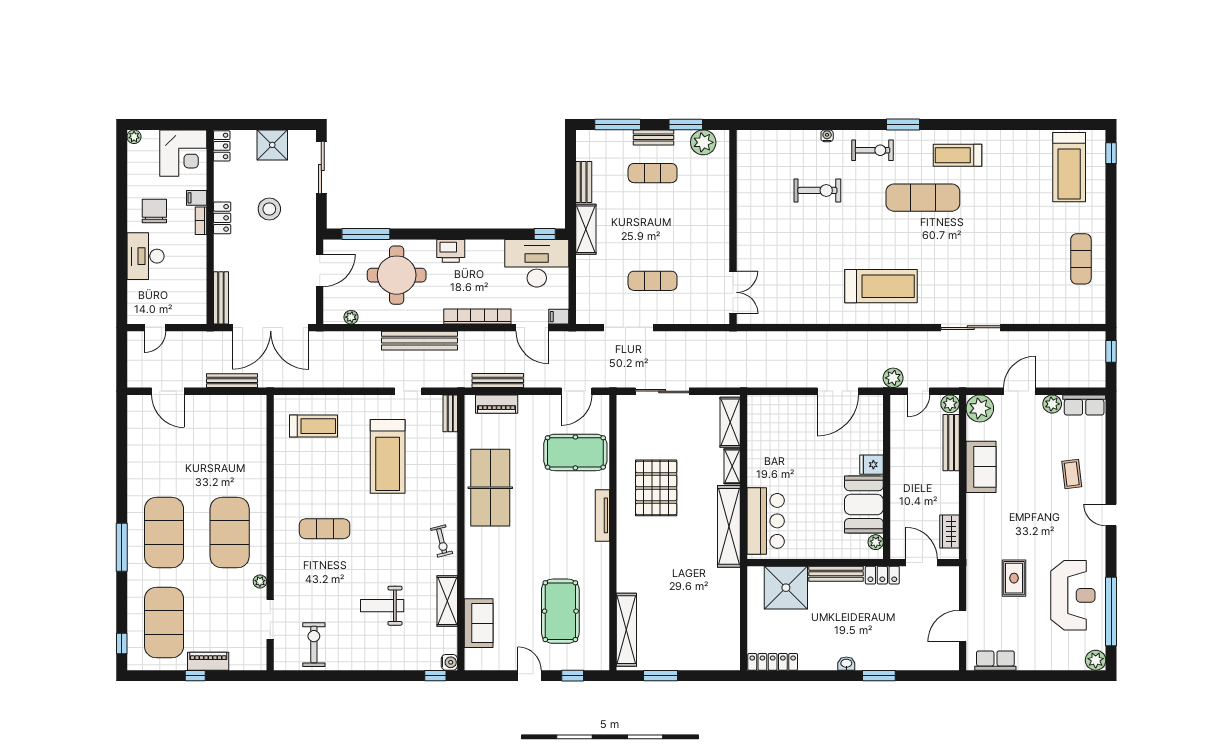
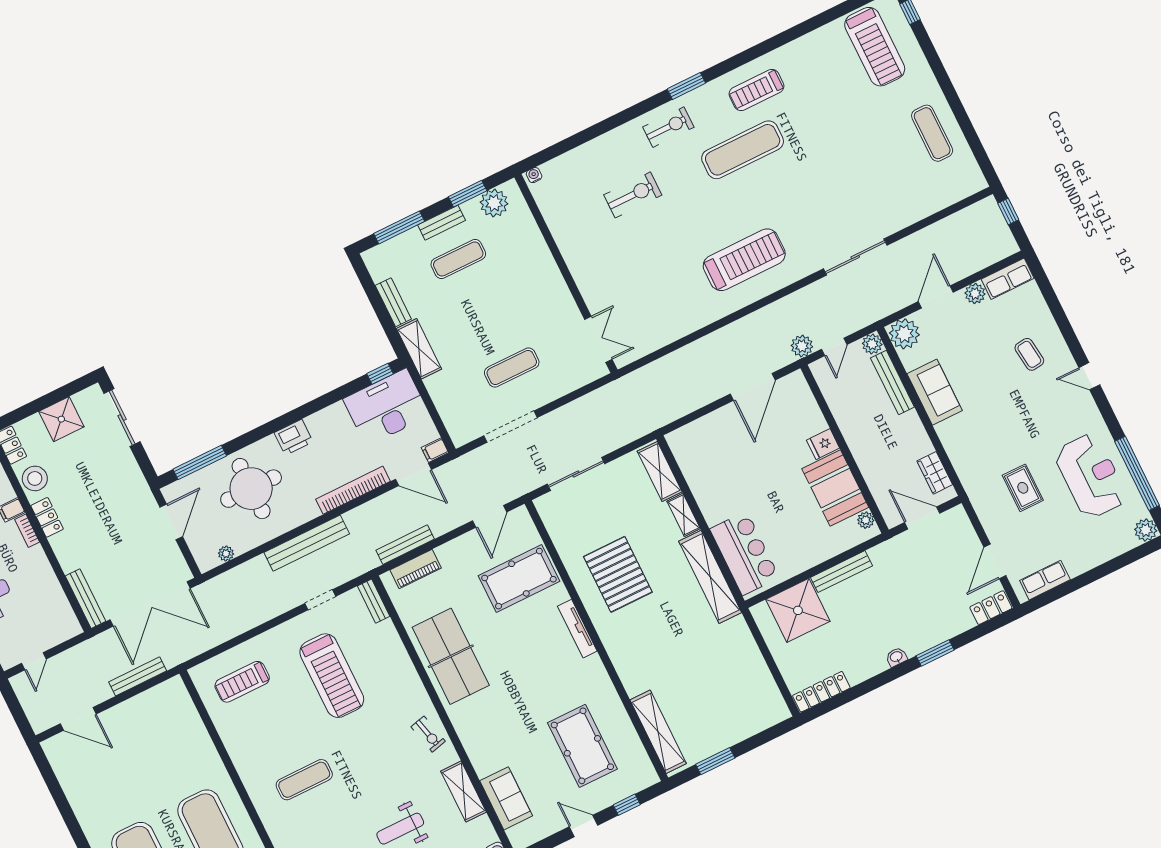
water cooler: (827, 136) -> (534, 175), moved
stool: (269, 209) -> (35, 478), moved
treadmill: (313, 426) -> (242, 682), turned 180
locker: (882, 575) -> (991, 608), moved, turned 180

